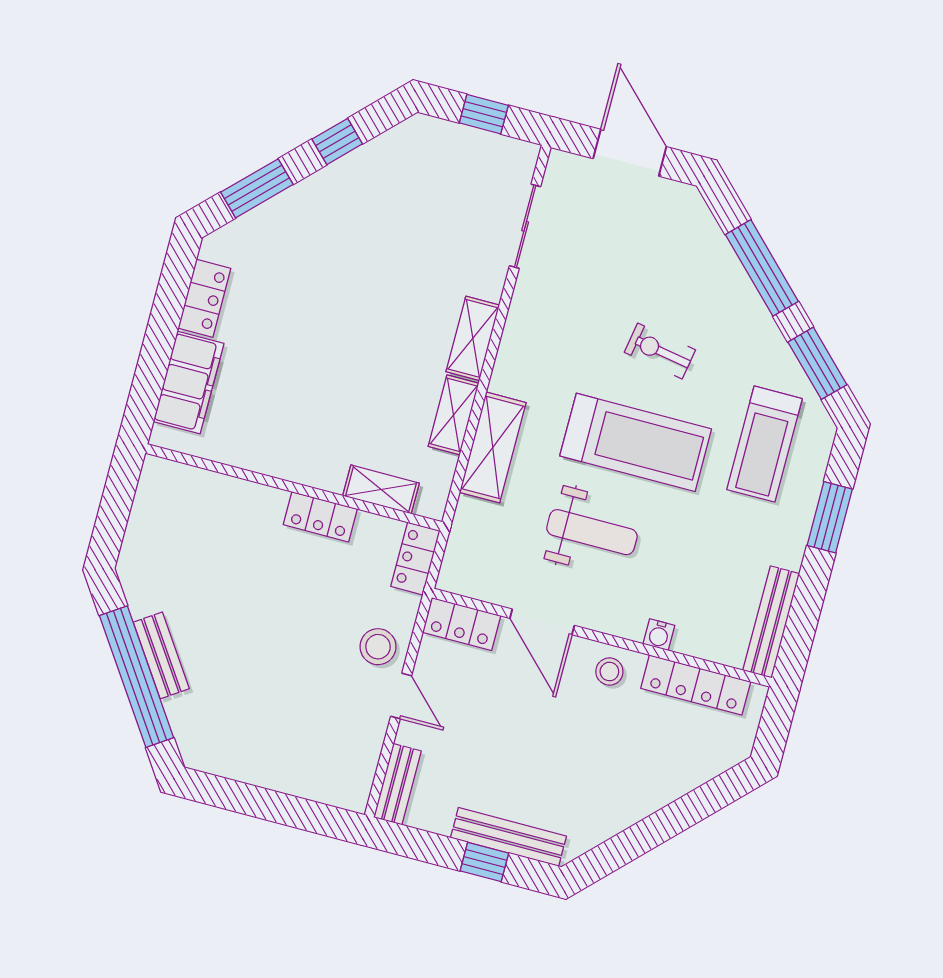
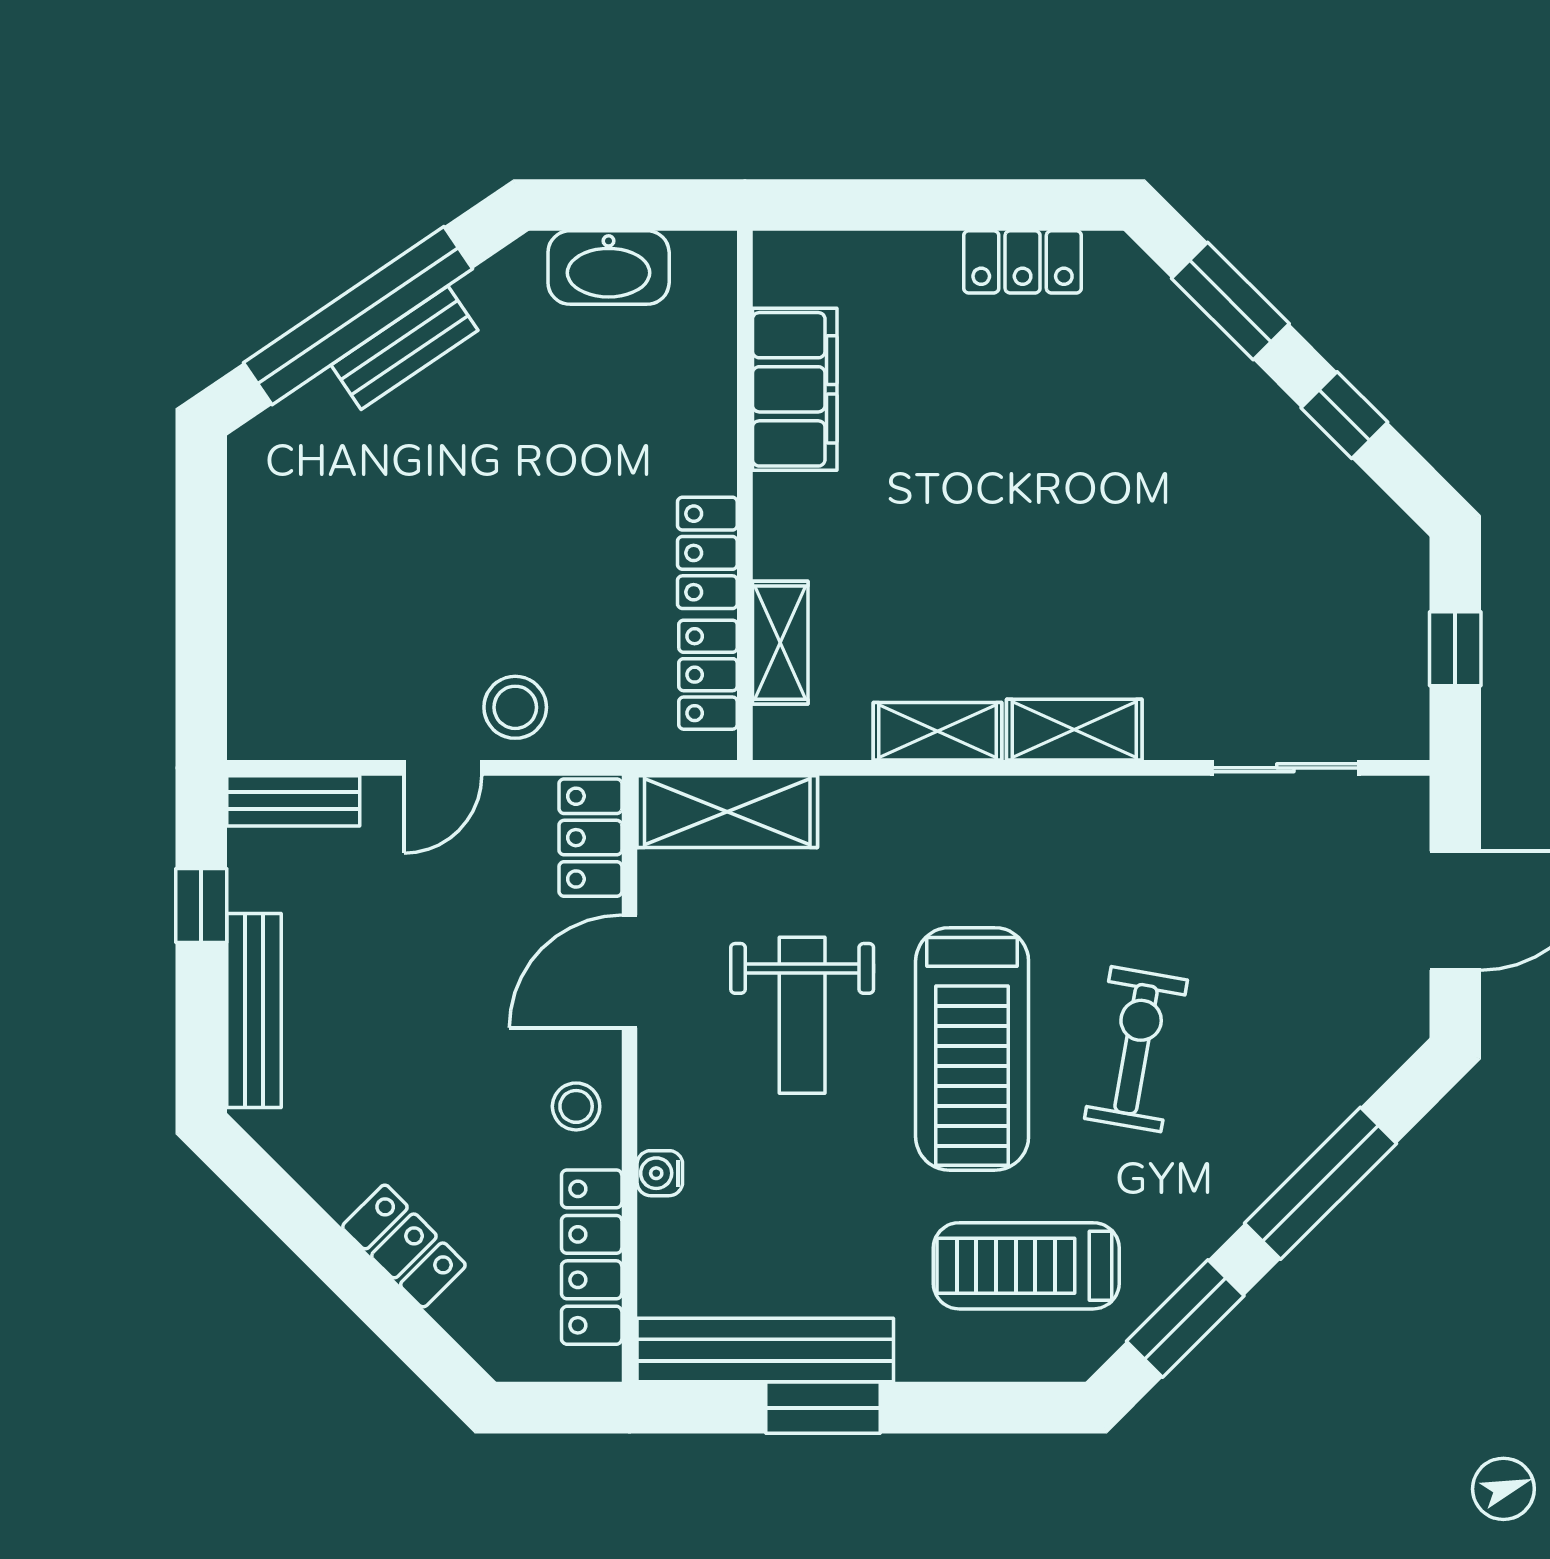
exercise bike: (660, 351) -> (1136, 1049), width x1.38, depth x1.39
filing cabinet: (189, 383) -> (795, 389), moved, turned -90
shelving: (493, 447) -> (727, 812), moved
window: (830, 517) -> (823, 1408), moved
washbasin: (147, 530) -> (609, 268), added
locker: (415, 559) -> (708, 675), moved, turned -90
bench: (771, 622) -> (765, 1350), width x1.37, depth x1.21
locker: (662, 788) -> (404, 1246), added
window: (484, 862) -> (201, 906), moved

